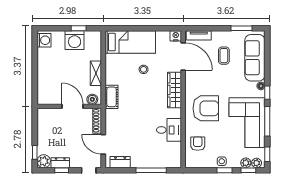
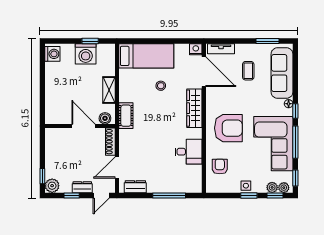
door: (103, 144) -> (117, 167), hinge flipped
dresser: (60, 163) -> (82, 187), moved

